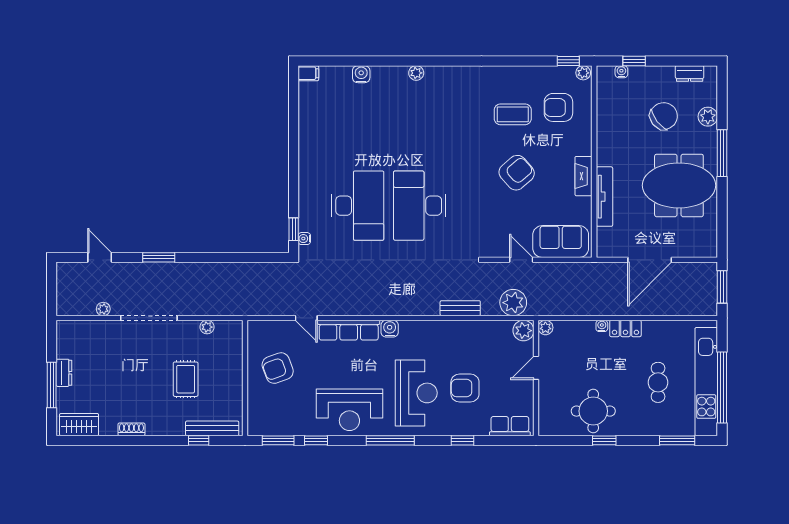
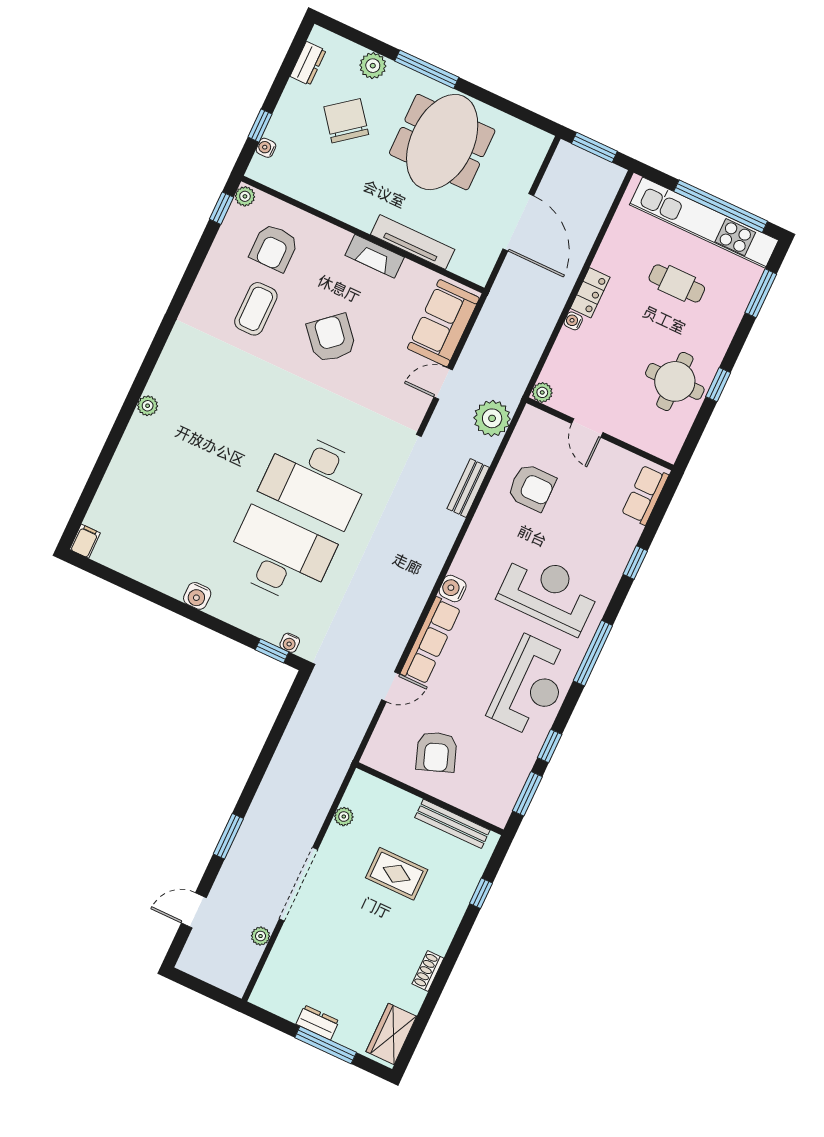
water cooler: (361, 74) -> (197, 596), moved, turned -90
plant: (523, 331) -> (533, 422), removed
armchair: (465, 388) -> (532, 487), moved, turned -90
bench: (212, 428) -> (452, 824), moved, turned 90

